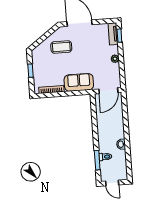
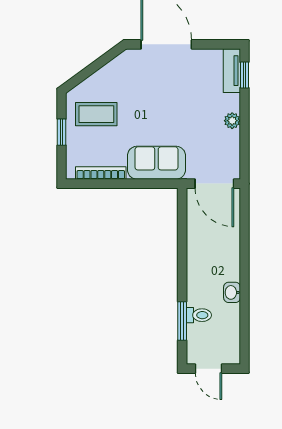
coffee table: (61, 47) -> (96, 114), moved
door: (108, 91) -> (214, 184), hinge flipped

